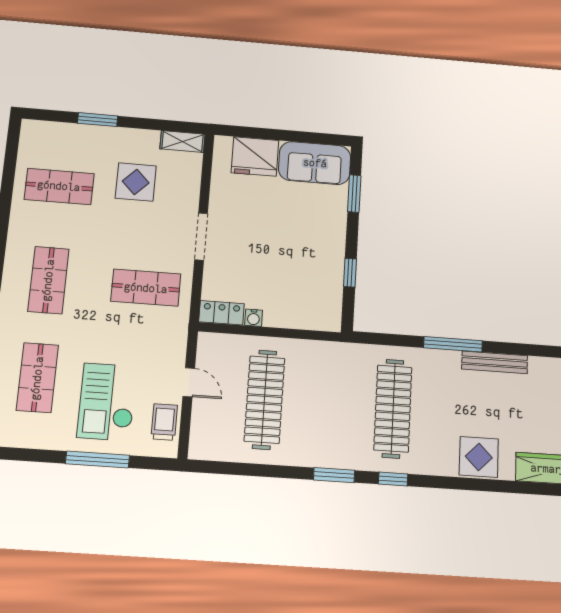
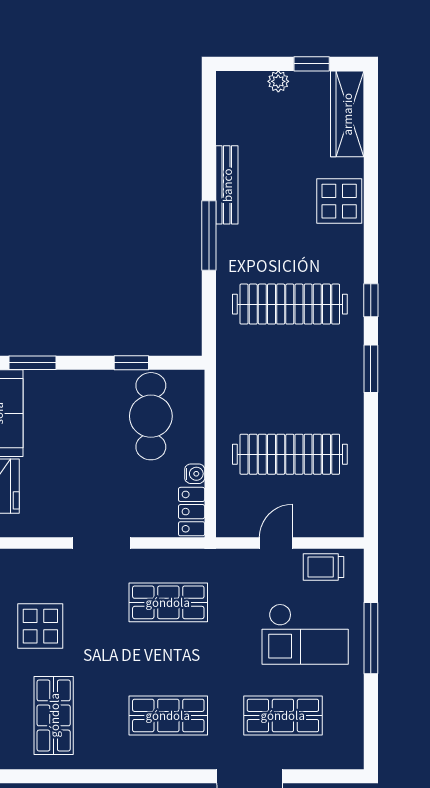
cafe table: (305, 285) -> (151, 416), added
shop shelf: (146, 288) -> (168, 602), turned 90

